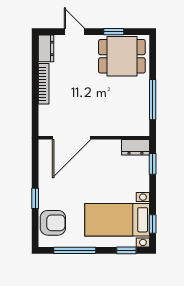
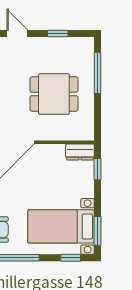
dining table: (122, 56) -> (54, 94), moved
window: (153, 100) -> (98, 73), moved
window: (153, 224) -> (98, 231), width x1.50

